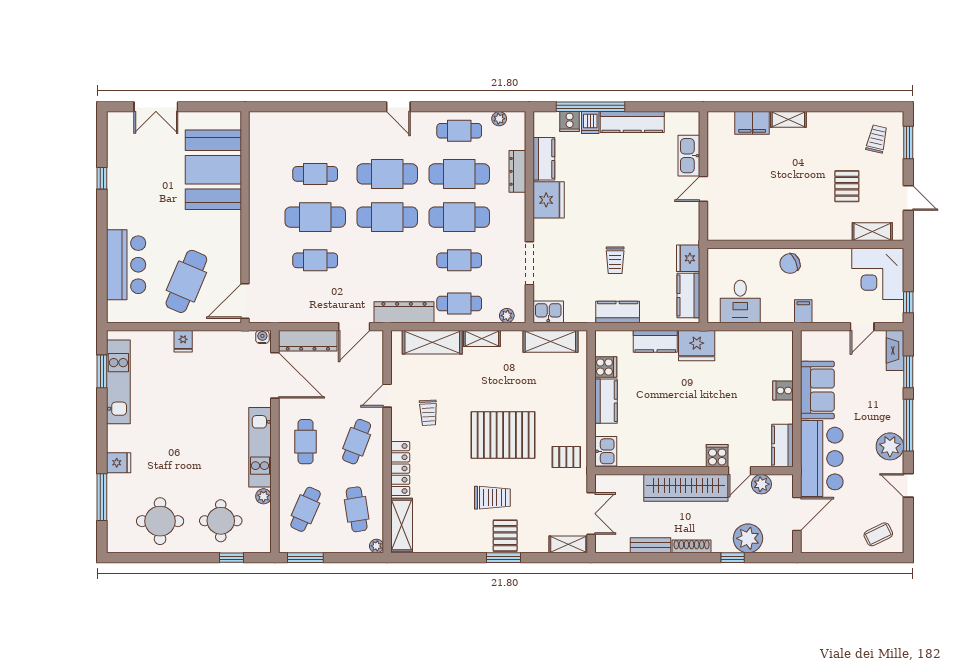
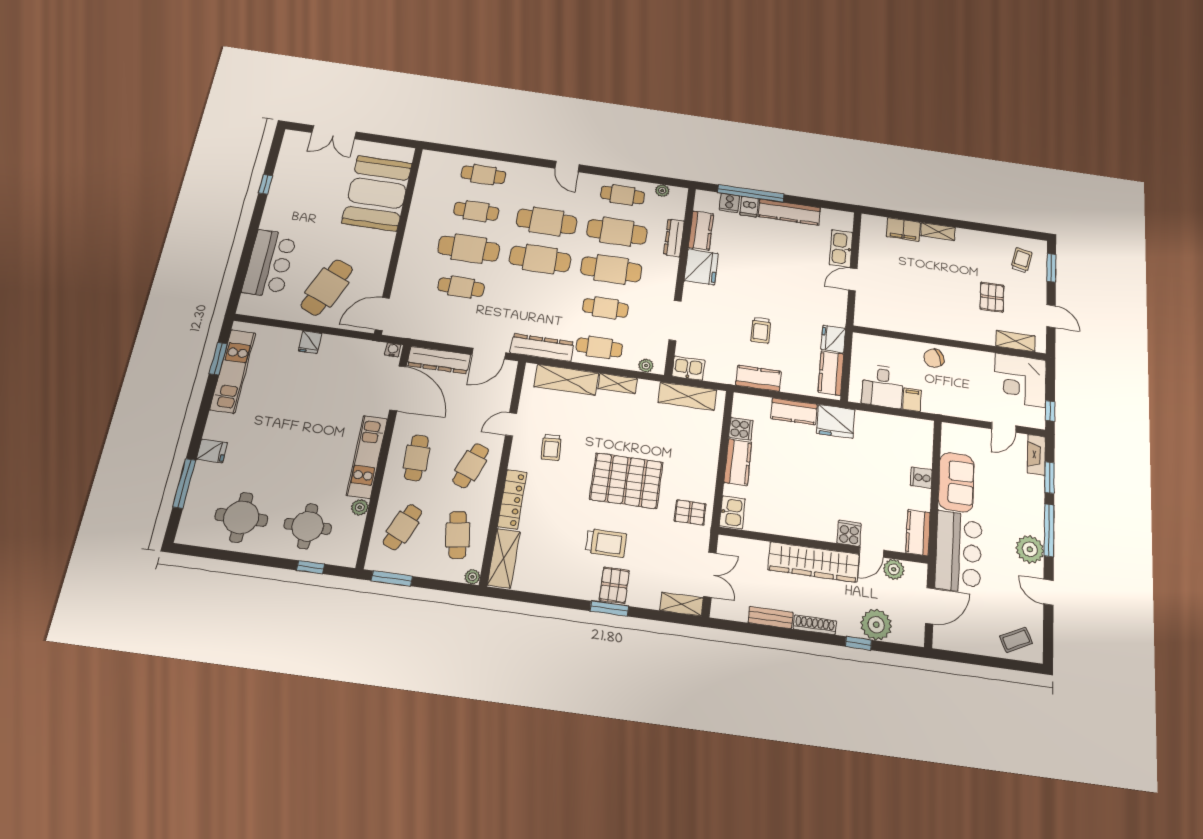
cafe table: (315, 131) -> (483, 175), added
filing cabinet: (803, 311) -> (912, 400), moved

